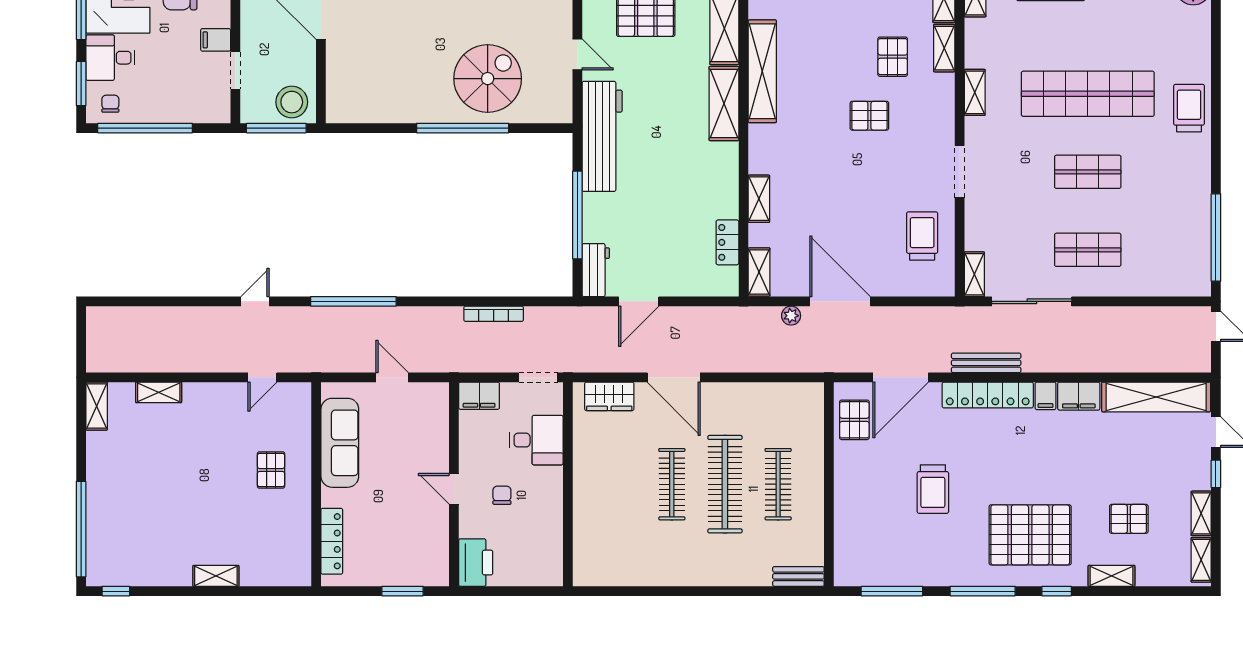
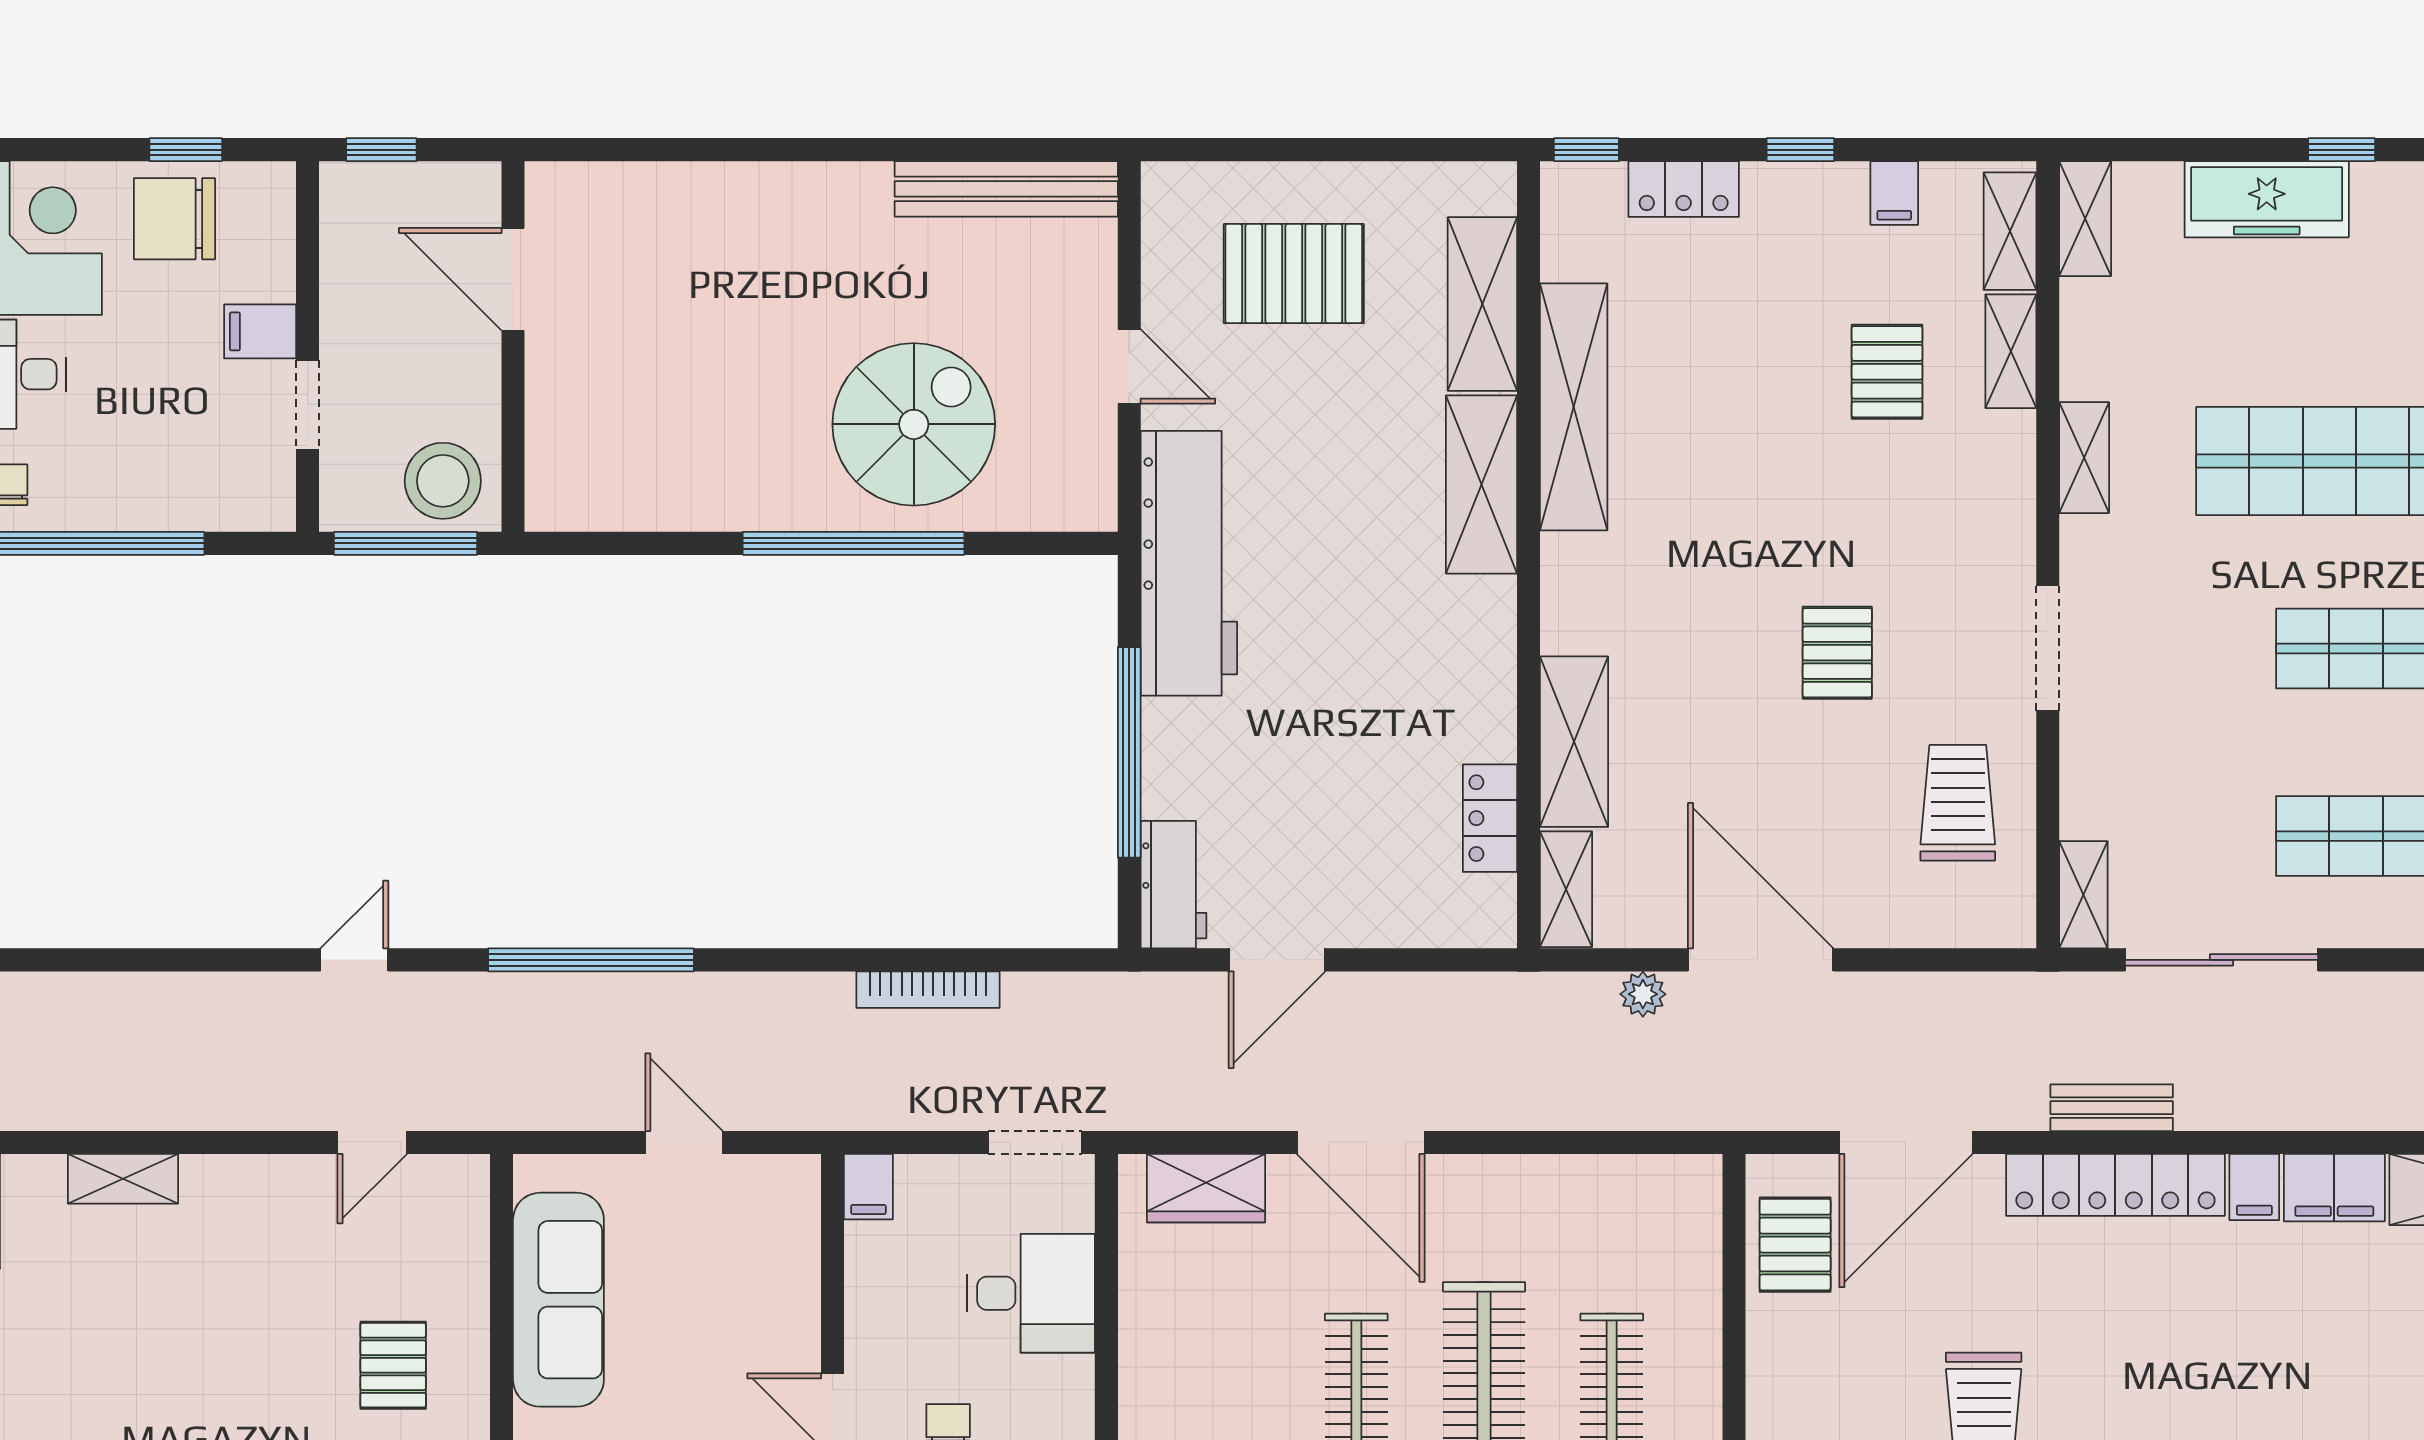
pallet: (869, 116) -> (1837, 653), moved, turned 90
shelving: (759, 199) -> (1574, 742), width x1.50, depth x1.33
bench: (986, 363) -> (2112, 1108), width x0.73
filing cabinet: (479, 396) -> (868, 1187), width x0.50

